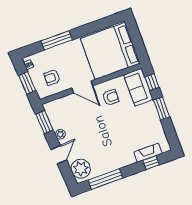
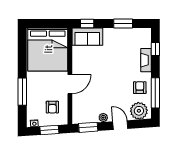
armchair: (111, 97) -> (140, 88), moved
window: (162, 109) -> (123, 23), moved
fireplace: (148, 153) -> (146, 60), moved

